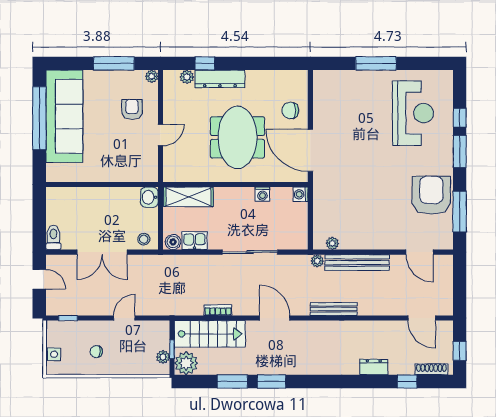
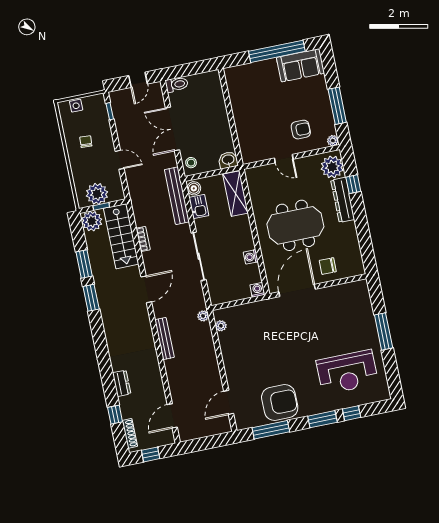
plant: (187, 77) -> (332, 167), width x1.87, depth x1.87
chair: (290, 111) -> (328, 266), turned -90
sofa: (64, 116) -> (300, 65), width x0.54, depth x0.79
bench: (357, 263) -> (177, 196), moved
plant: (163, 357) -> (97, 194), width x1.87, depth x1.87

